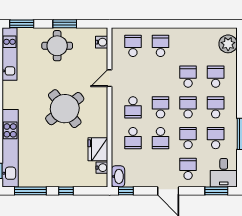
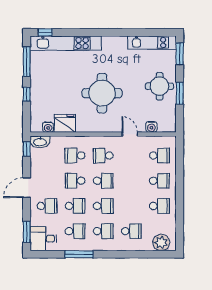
water cooler: (102, 42) -> (151, 127), moved
school desk: (188, 77) -> (159, 206), moved
round table: (65, 109) -> (102, 93), turned 38

